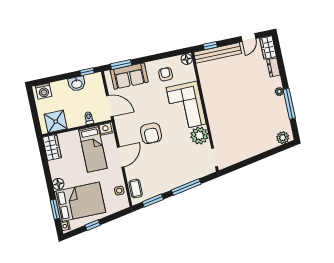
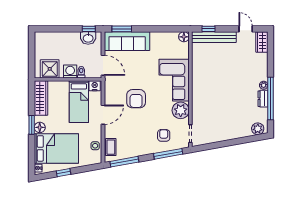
door: (248, 37) -> (246, 29), swing flipped
dresser: (273, 67) -> (263, 99), moved
armchair: (166, 74) -> (164, 135), moved
sofa: (129, 76) -> (127, 41), width x1.36
washbasin: (77, 84) -> (88, 38), moved
washing machine: (44, 91) -> (70, 72), moved, turned 180
window: (289, 104) -> (270, 99), width x1.46
wardrobe: (52, 147) -> (41, 98), width x1.50
window: (186, 187) -> (168, 154), moved
window: (153, 201) -> (124, 162), width x1.44
window: (55, 209) -> (32, 125), moved

